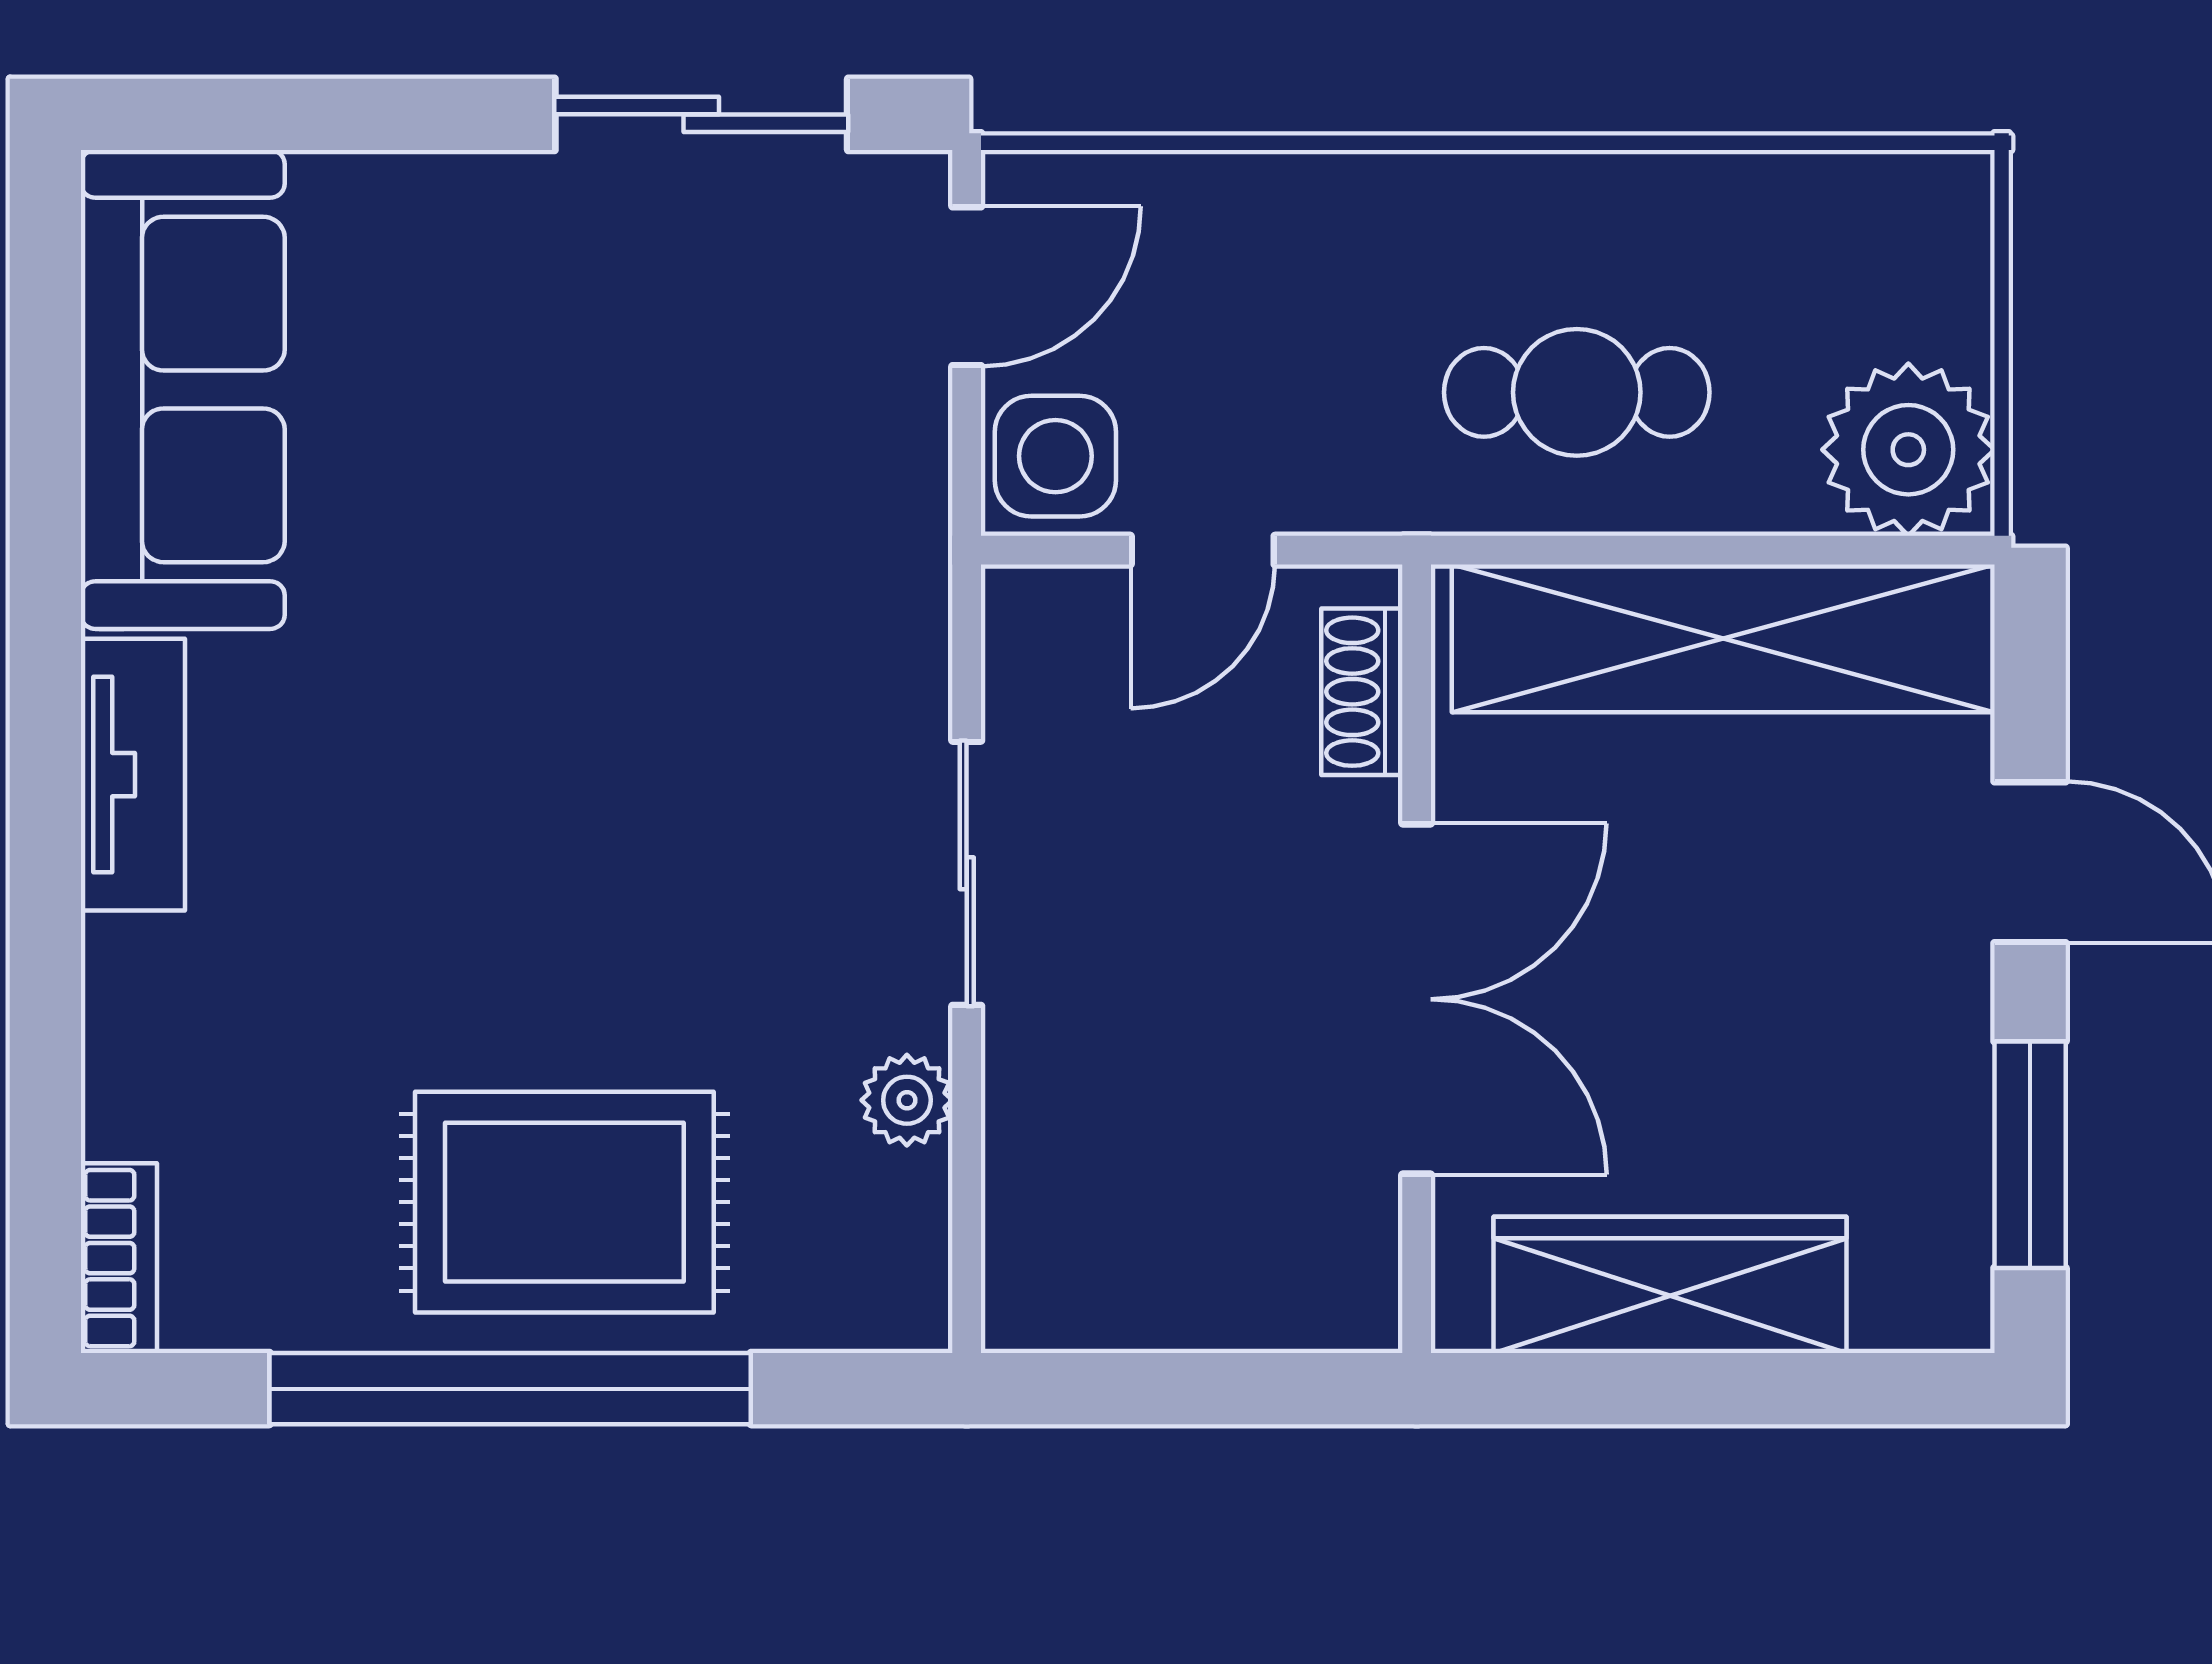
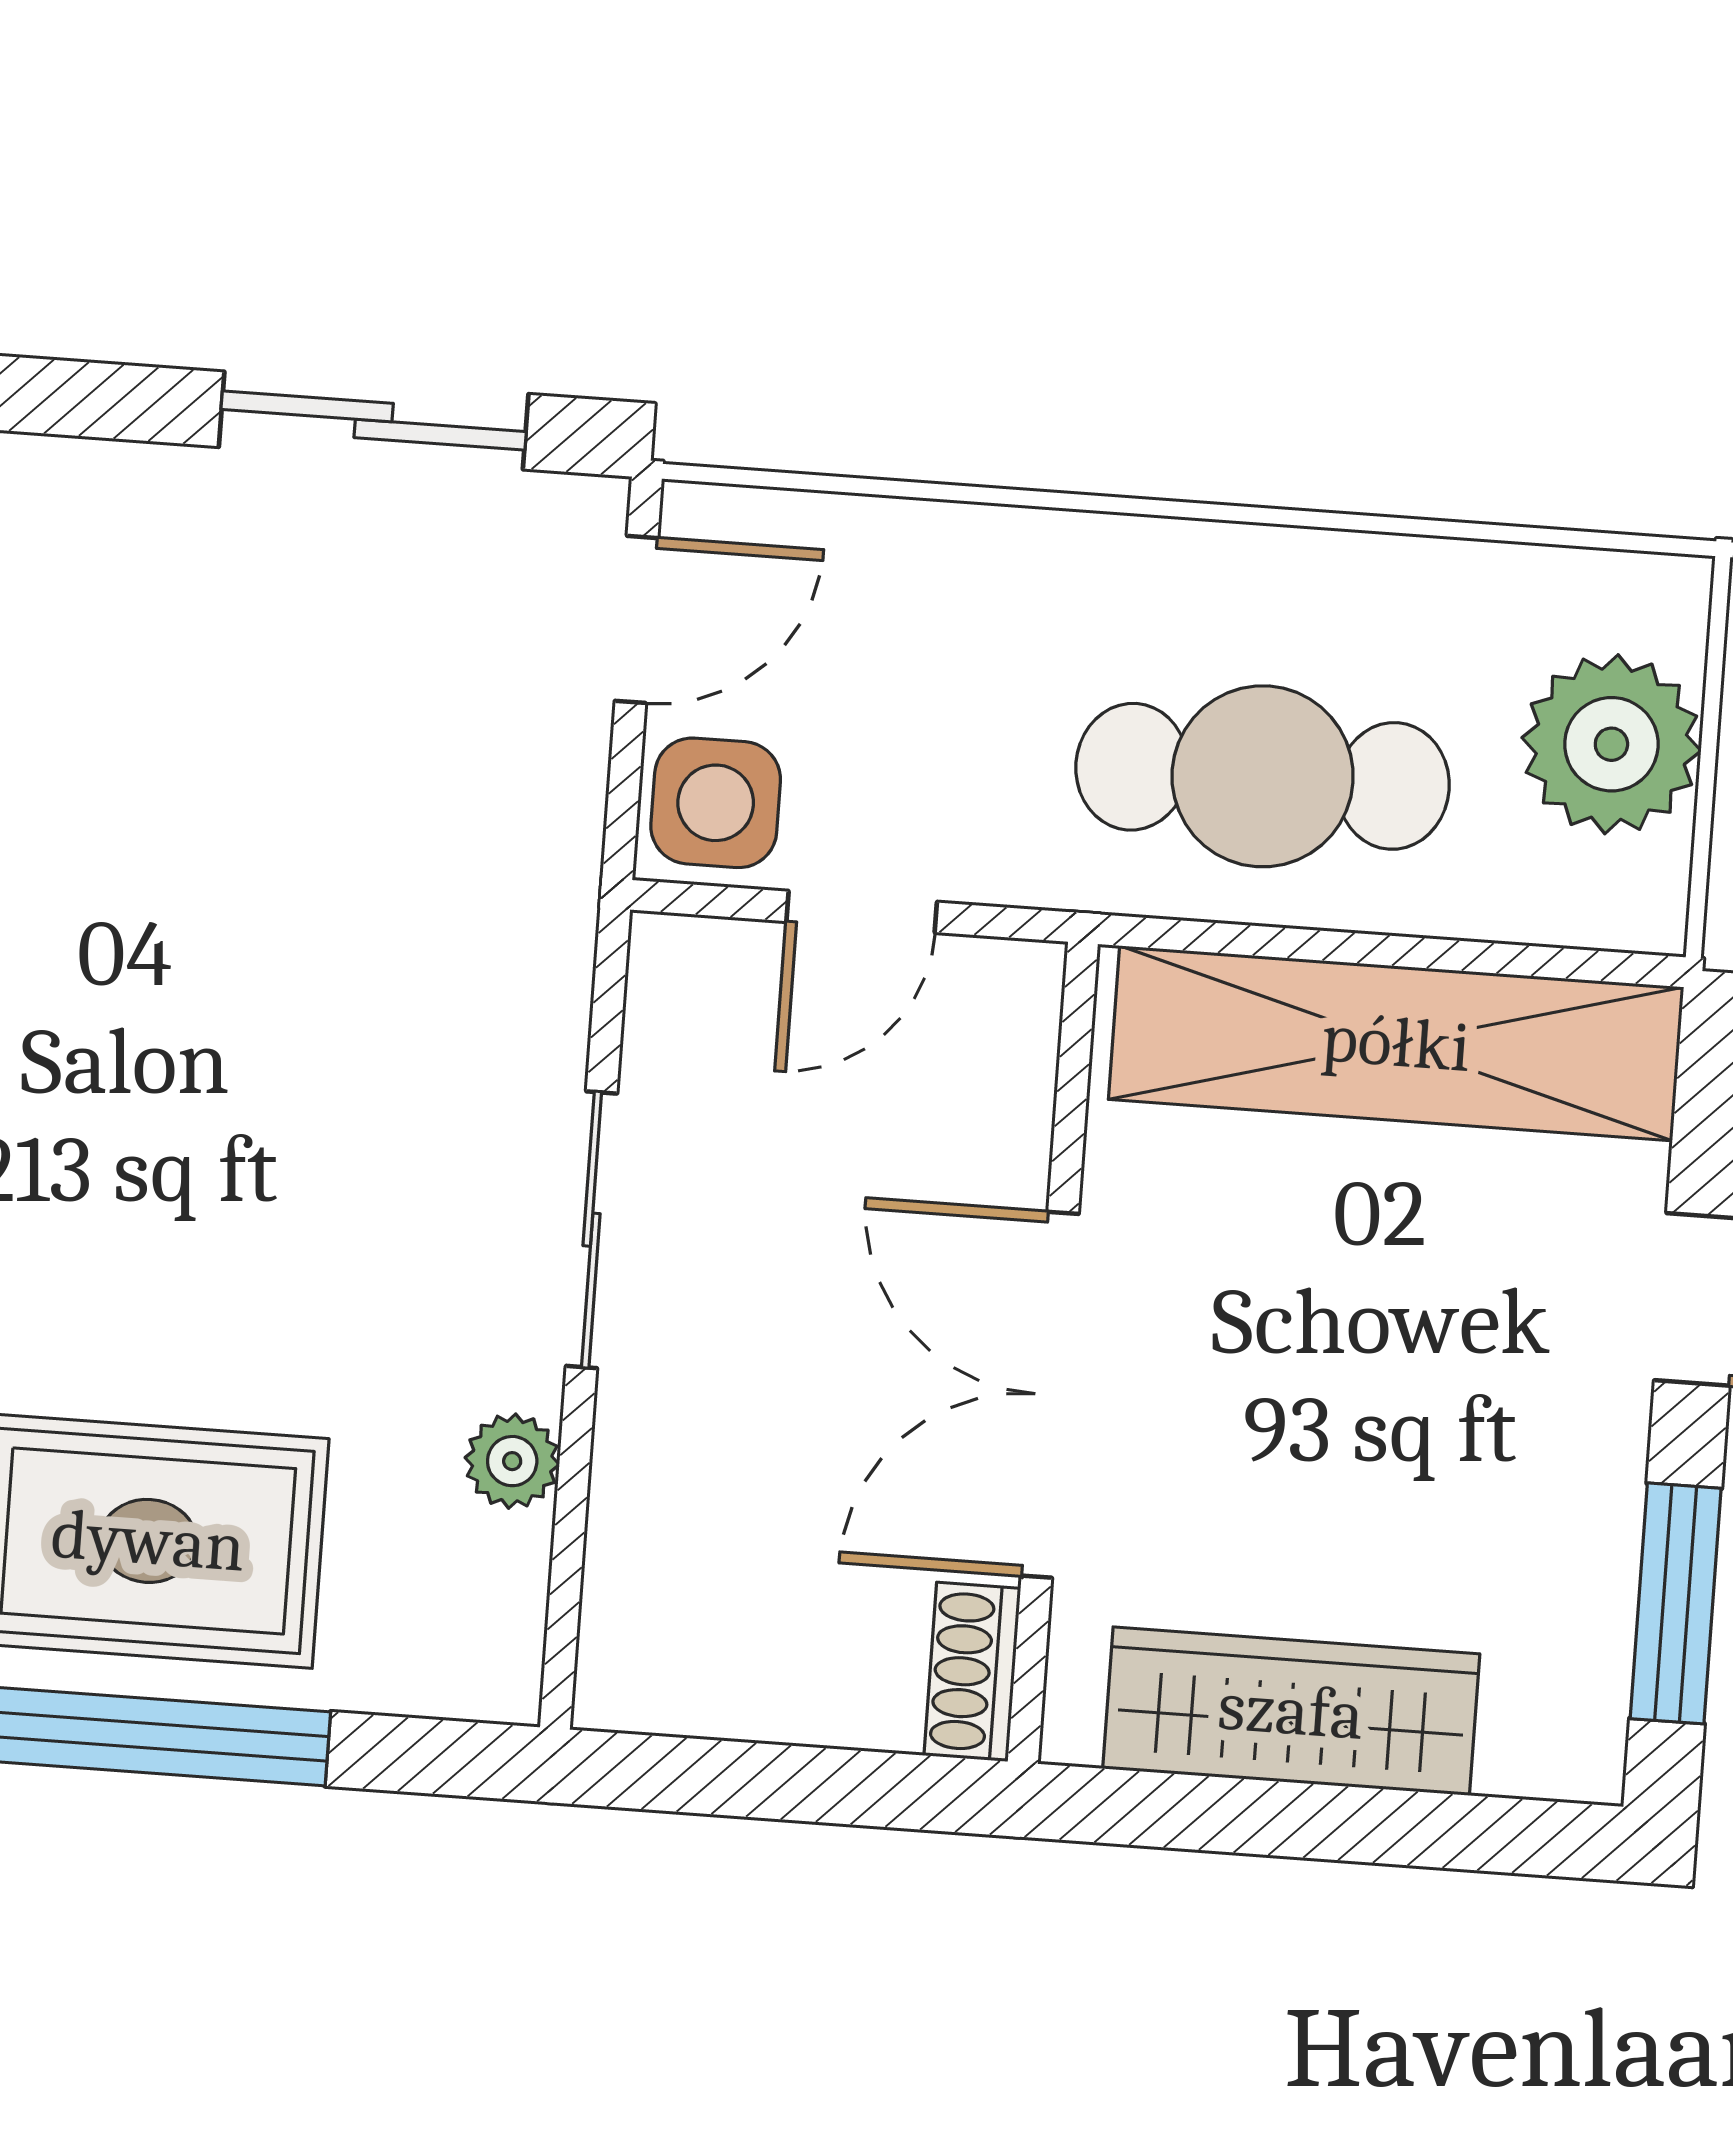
cafe table: (1577, 392) -> (1263, 776), width x1.37, depth x1.35
plant: (1908, 450) -> (1611, 744), moved
shoe rack: (1362, 692) -> (972, 1672), moved
double door: (1417, 999) -> (1050, 1395), swing flipped

